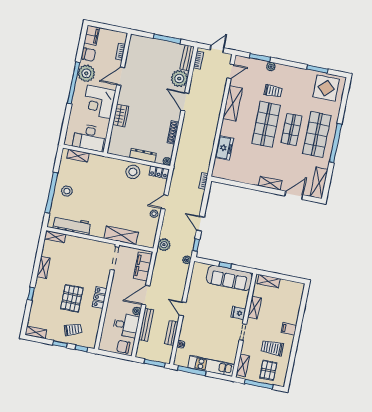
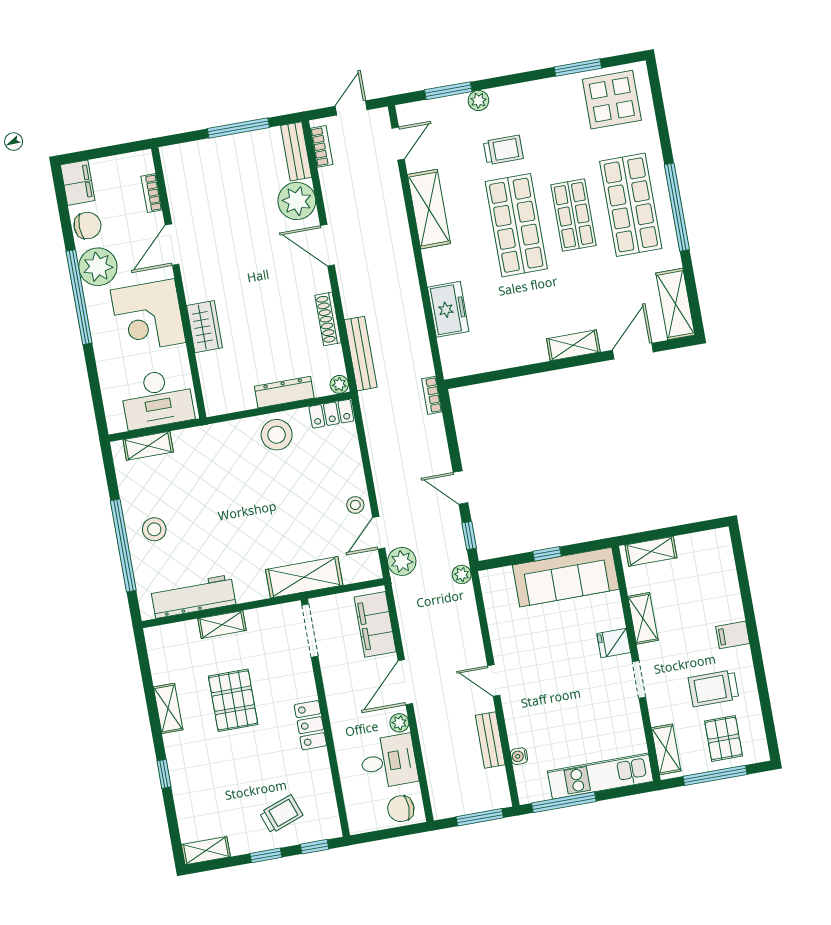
door: (165, 202) -> (379, 533), moved
shelving: (55, 237) -> (222, 625), moved
pallet: (72, 298) -> (233, 700), moved
bench: (146, 325) -> (361, 354), moved

